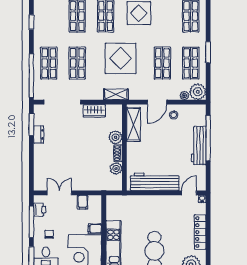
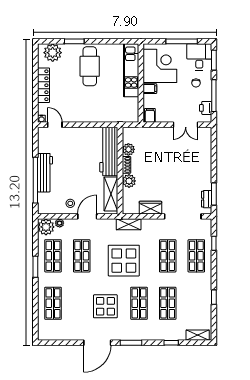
window: (31, 75) -> (214, 243), width x0.32
dresser: (39, 134) -> (207, 199), moved
workbench: (155, 182) -> (109, 152), moved, turned 90
door: (189, 193) -> (55, 125), swing flipped
filing cabinet: (82, 202) -> (150, 115), moved

